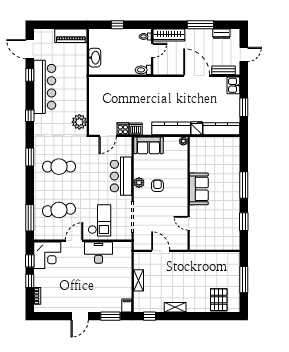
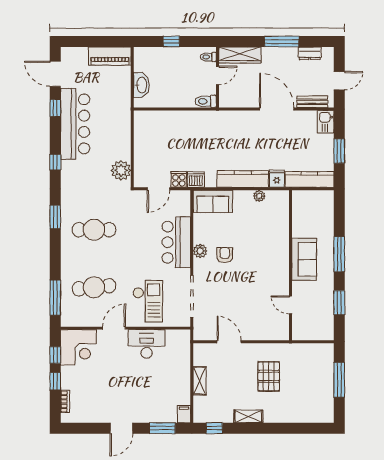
sofa: (199, 189) -> (304, 259), moved
wall: (189, 193) -> (291, 265), moved
door: (189, 223) -> (291, 305), moved
pallet: (219, 300) -> (269, 376), moved

